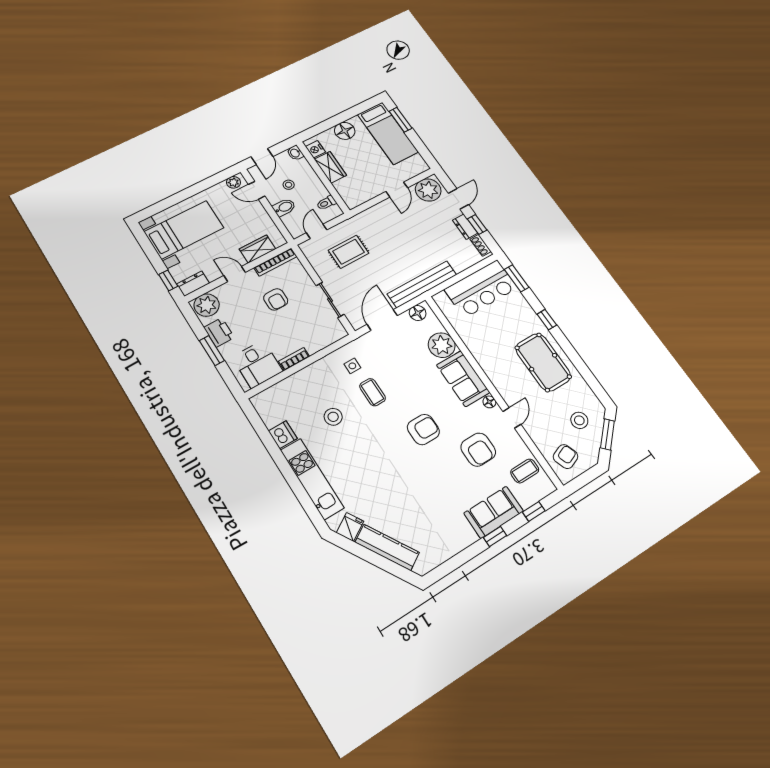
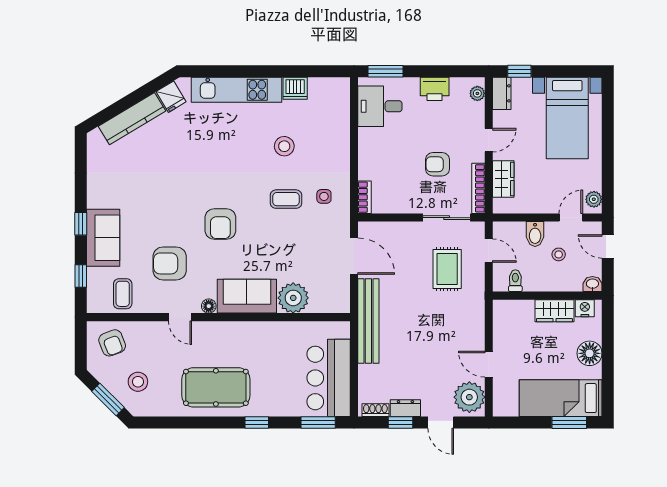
sliding door: (330, 300) -> (447, 218), moved
plant: (207, 305) -> (477, 93), width x0.53, depth x0.53
floor lamp: (418, 313) -> (341, 296), removed
window: (212, 351) -> (385, 71), moved
bookcase: (294, 359) -> (364, 197), moved

